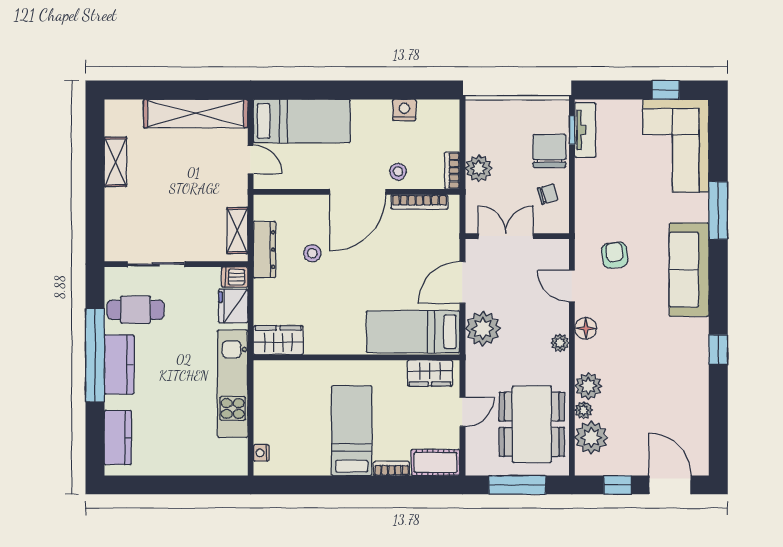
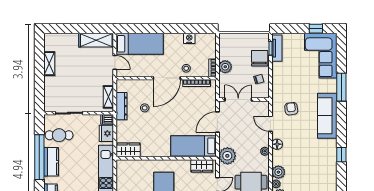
shelving: (196, 113) -> (96, 40), width x0.68
plant: (483, 329) -> (227, 156), moved

